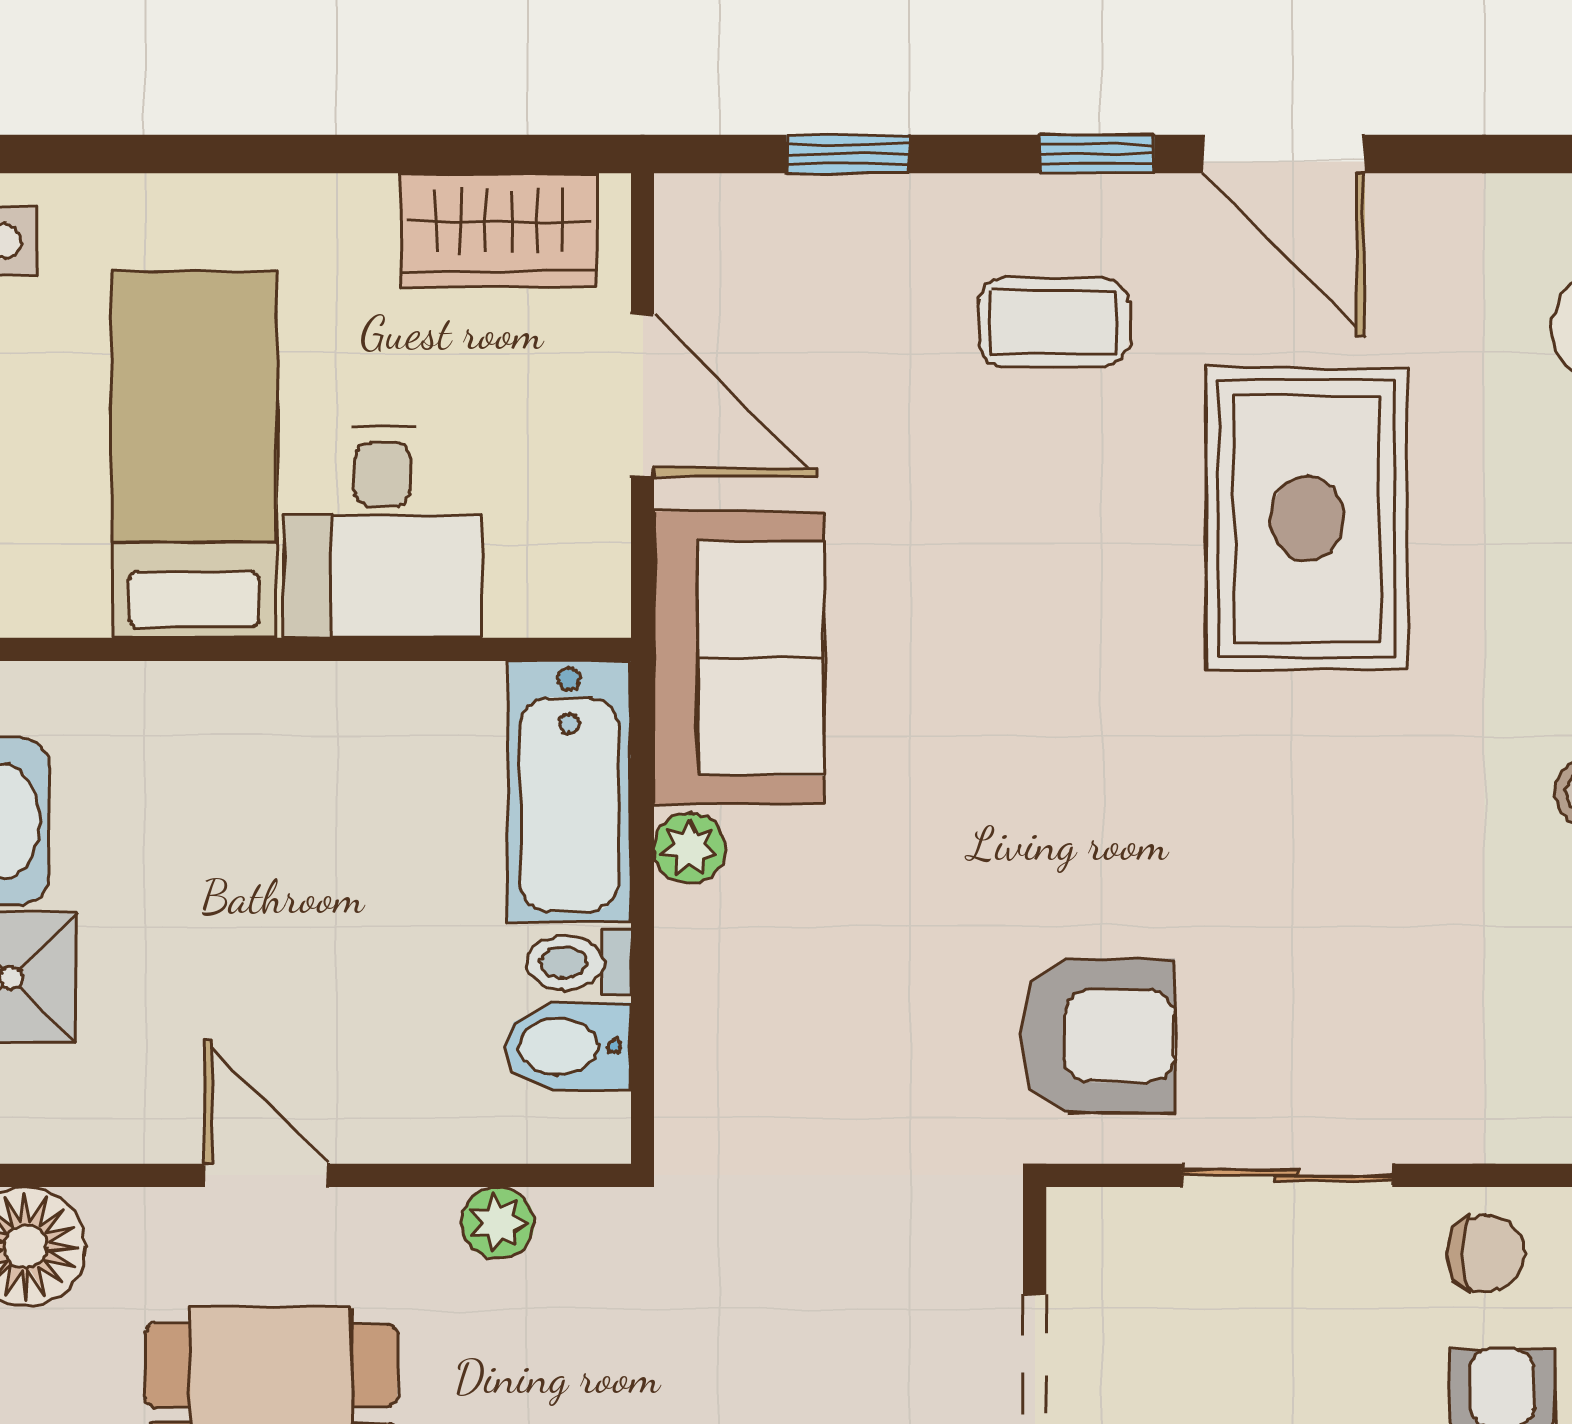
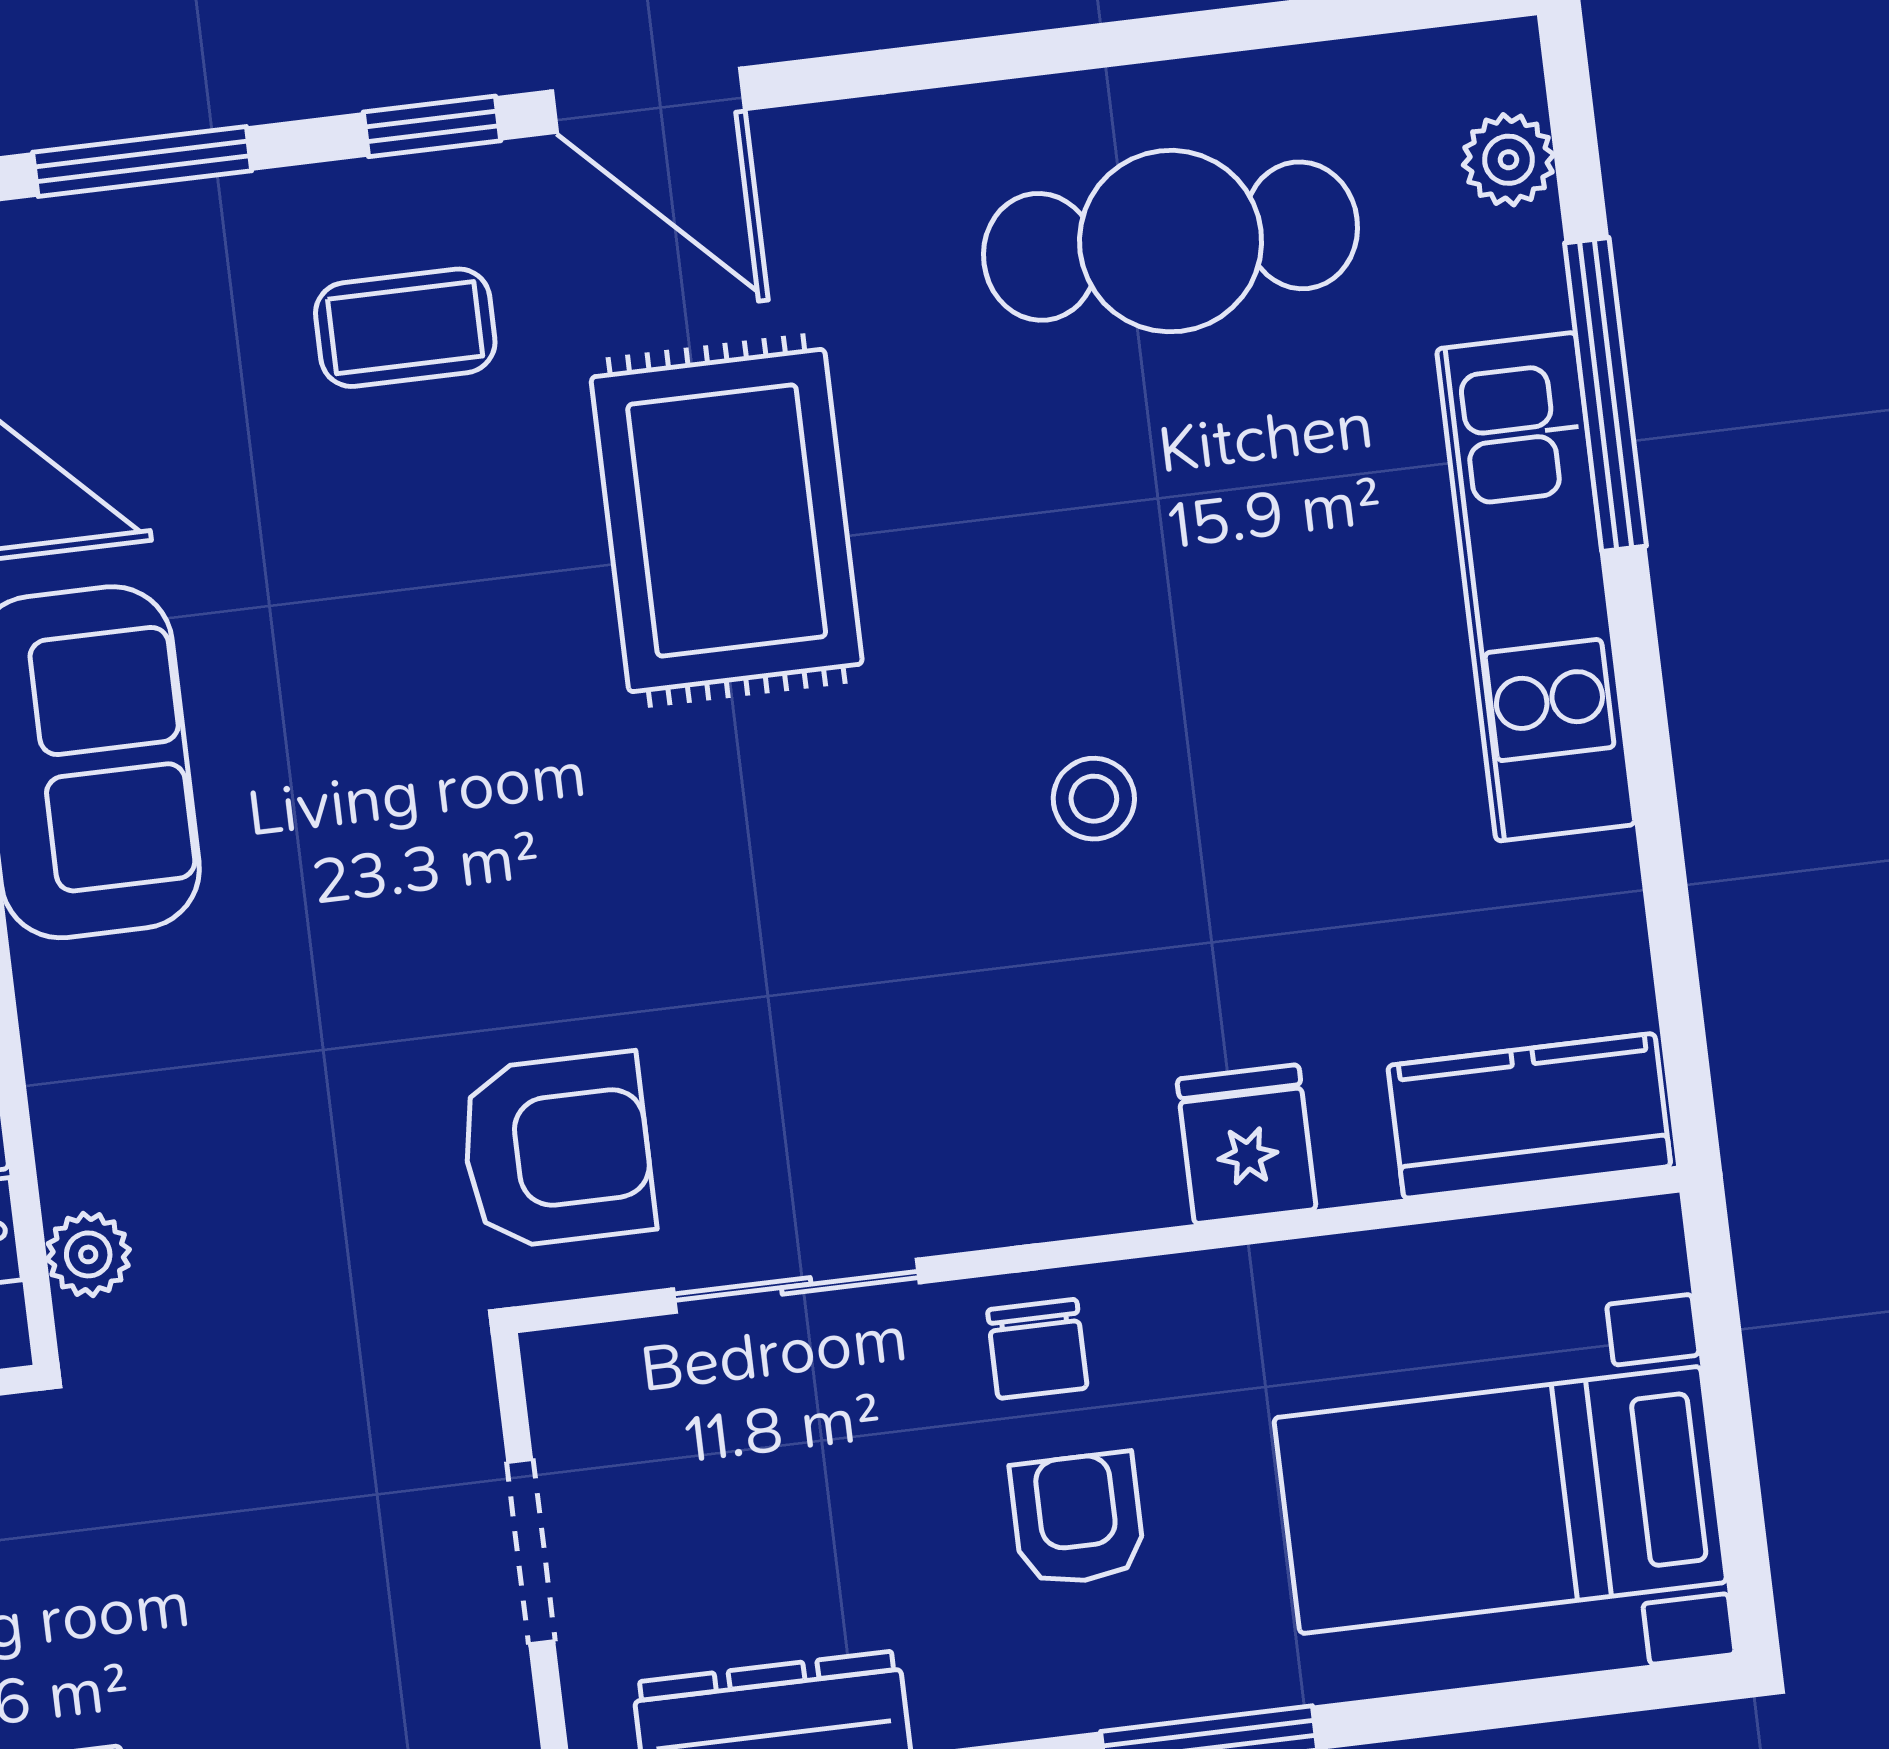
window: (848, 154) -> (142, 162), width x1.50
plant: (690, 848) -> (88, 1254), moved
chair: (1485, 1254) -> (1037, 1349), turned 90

